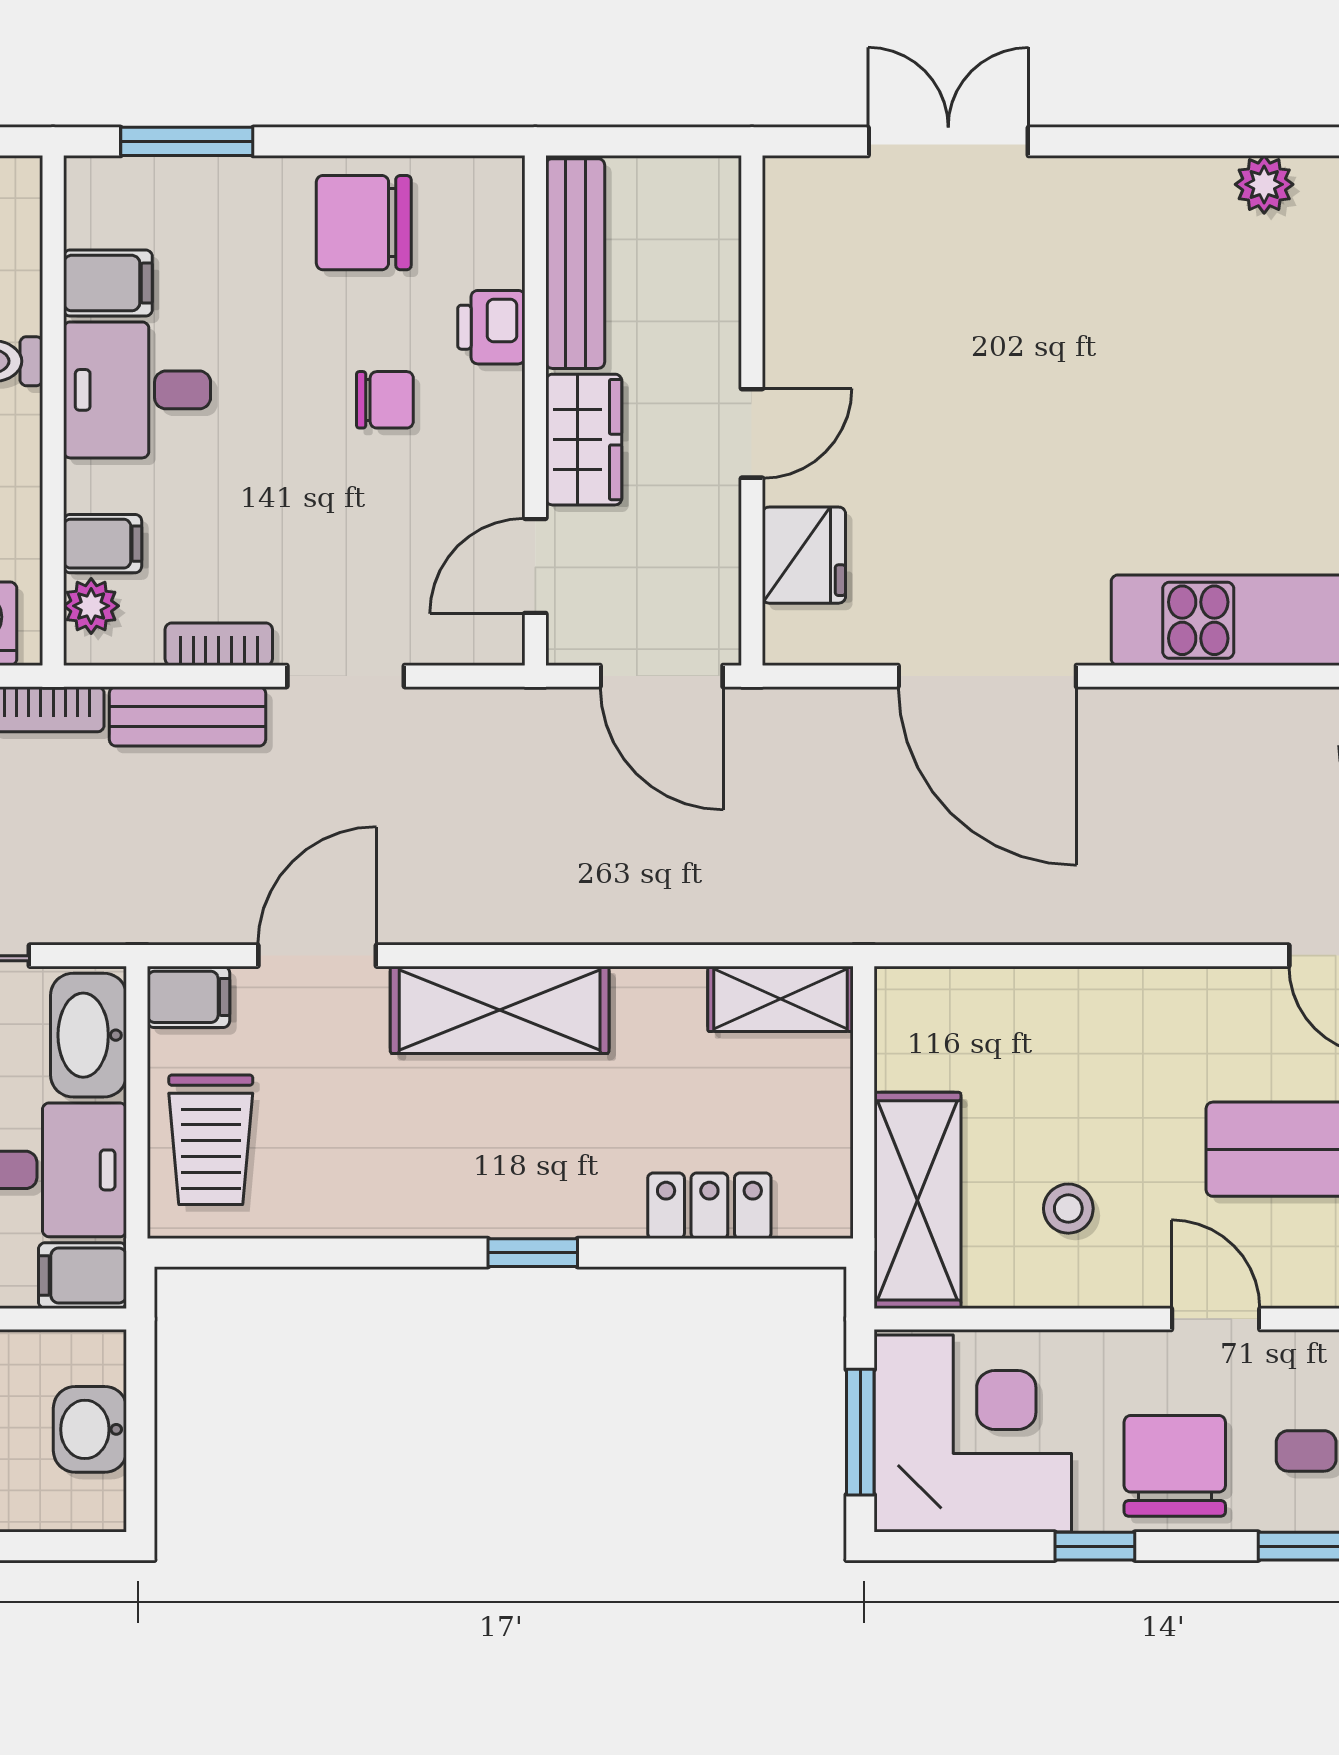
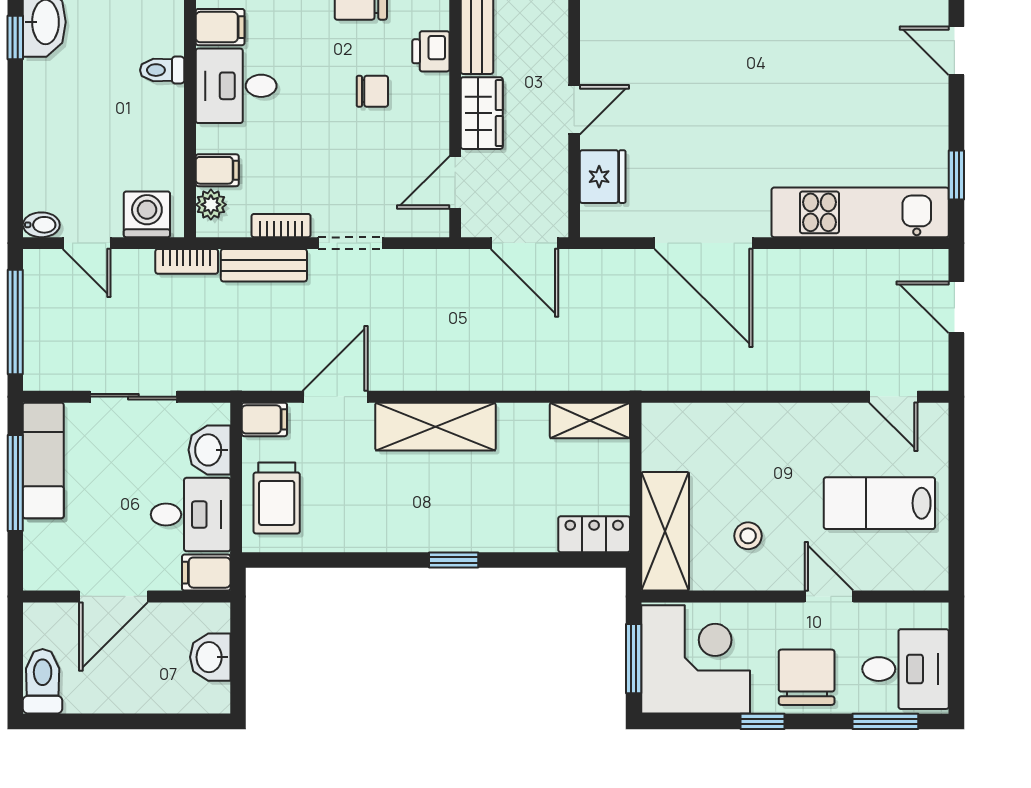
washbasin: (89, 1035) -> (209, 450), width x0.72
locker: (709, 1206) -> (594, 534), moved

